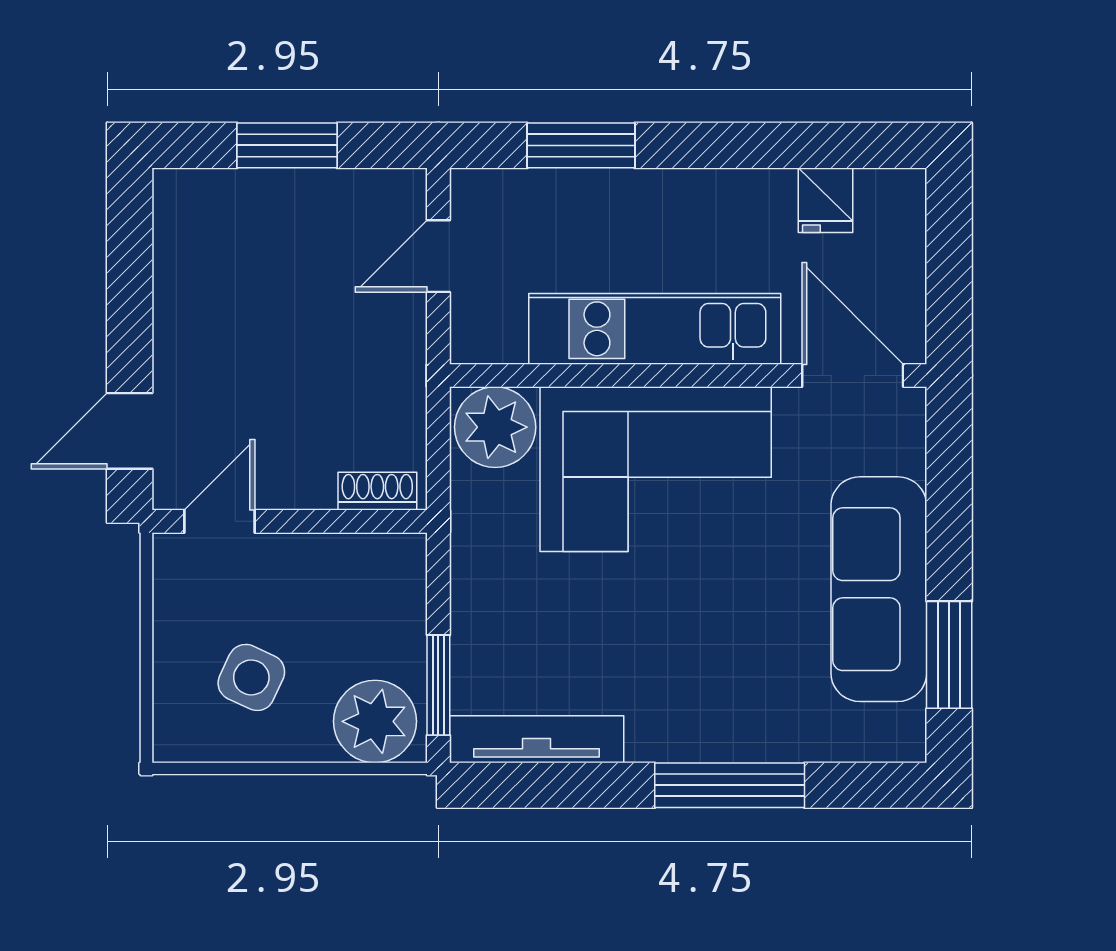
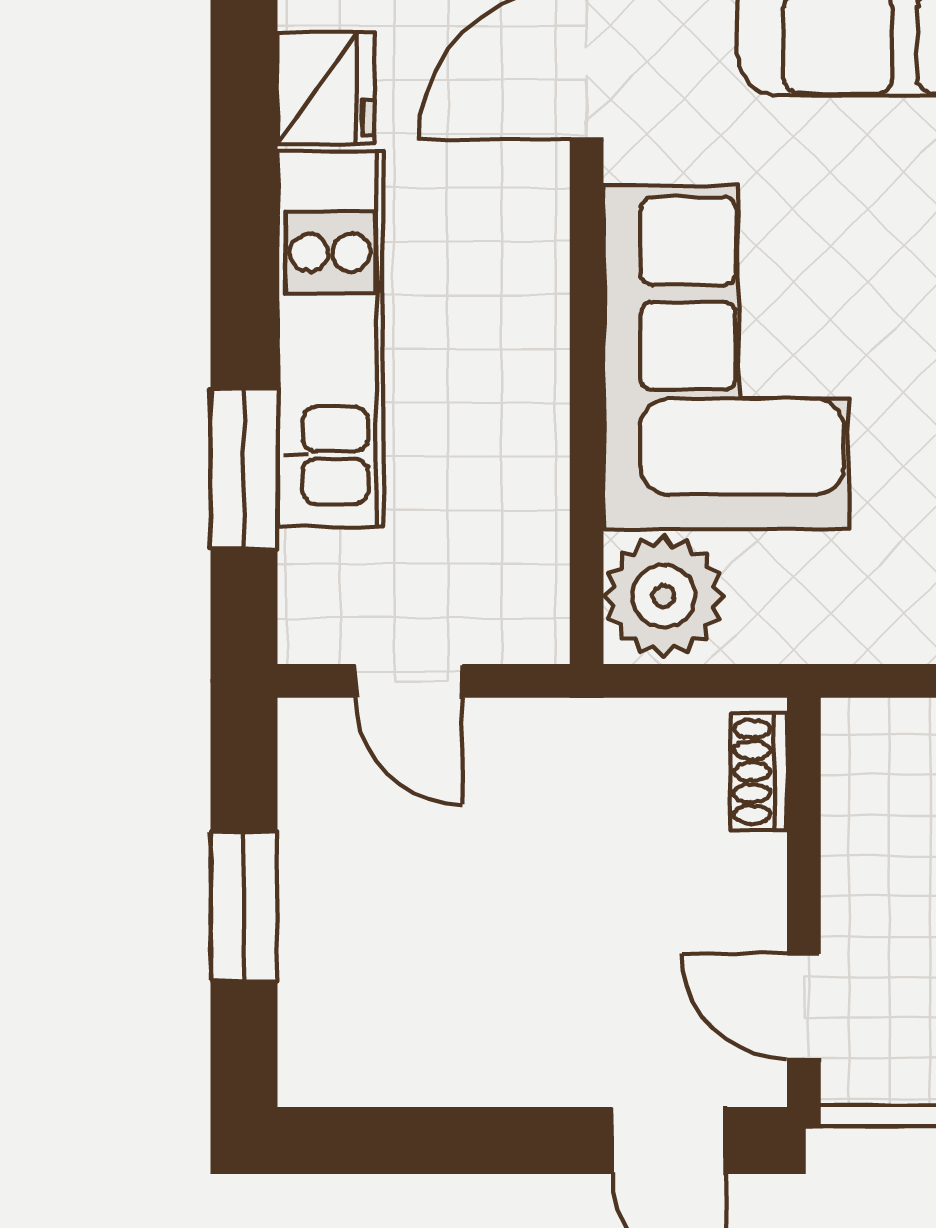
fridge: (826, 200) -> (326, 89), width x1.38
kitchen unit: (655, 329) -> (330, 339), moved, turned 180

